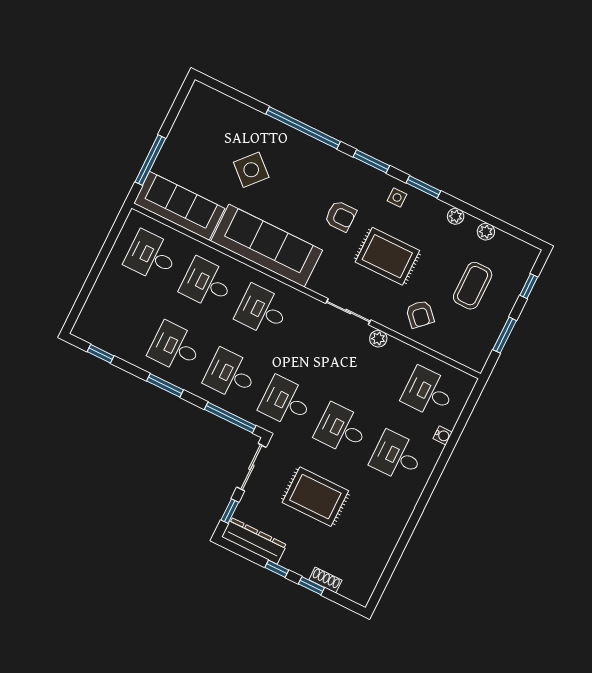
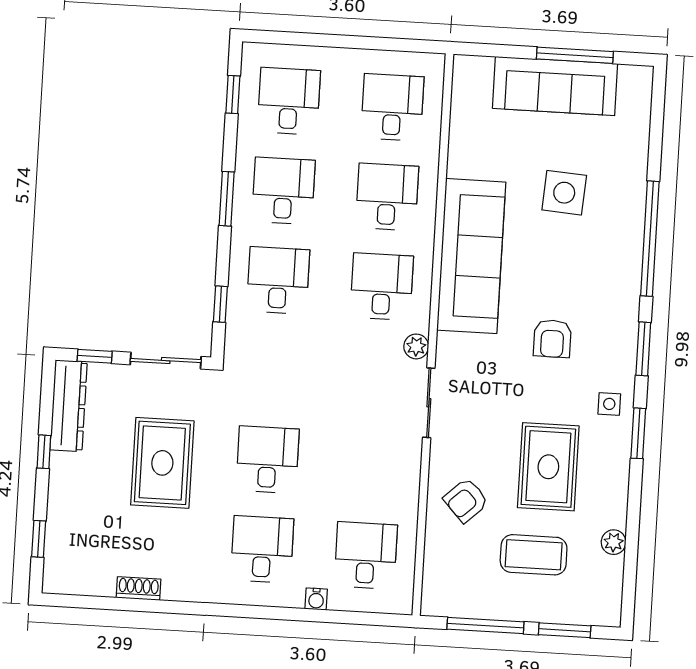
window: (150, 160) -> (575, 55), moved
side table: (251, 170) -> (564, 193), turned -38
sofa: (179, 206) -> (555, 86), moved, turned 90
plant: (456, 216) -> (617, 493), removed
rug: (387, 256) -> (548, 467), moved
window: (529, 286) -> (565, 630), width x1.50
window: (505, 335) -> (485, 626), width x1.44
plant: (378, 339) -> (416, 346), moved
desk: (286, 402) -> (289, 101), moved
window: (230, 417) -> (220, 304), width x0.46
shoe rack: (325, 580) -> (139, 589), moved, turned -90
window: (311, 586) -> (39, 539), moved

